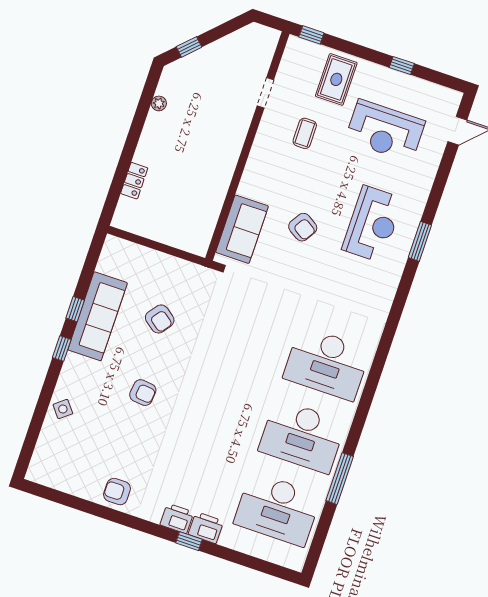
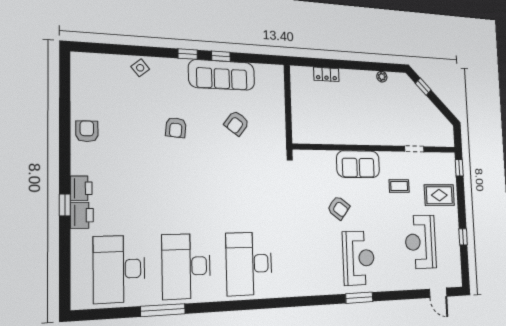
reception desk: (373, 224) -> (359, 258), turned -90
armchair: (303, 227) -> (339, 208), turned -85
sofa: (242, 229) -> (358, 164), moved

